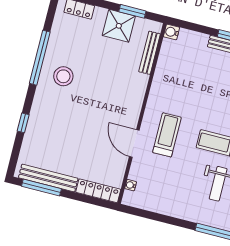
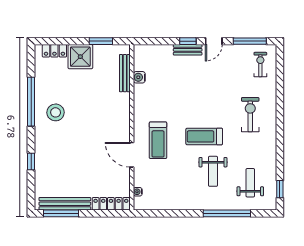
shower: (119, 26) -> (80, 57), moved
water cooler: (171, 32) -> (139, 77), moved
treadmill: (167, 135) -> (158, 140), turned 180

